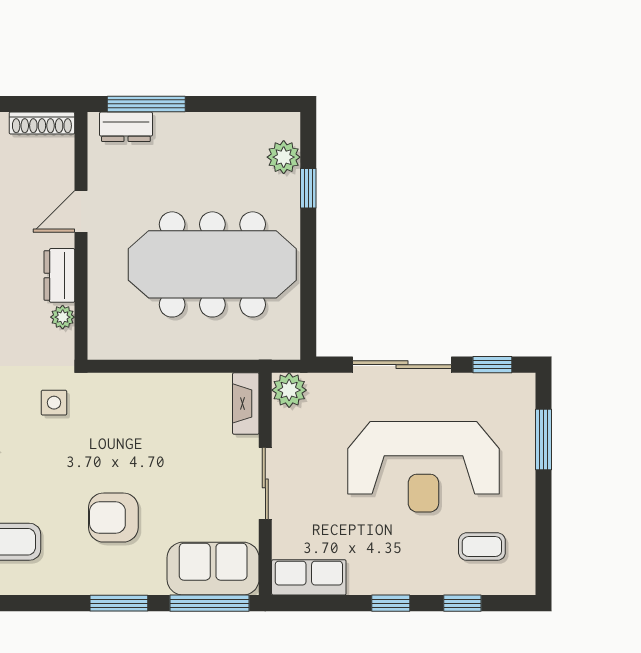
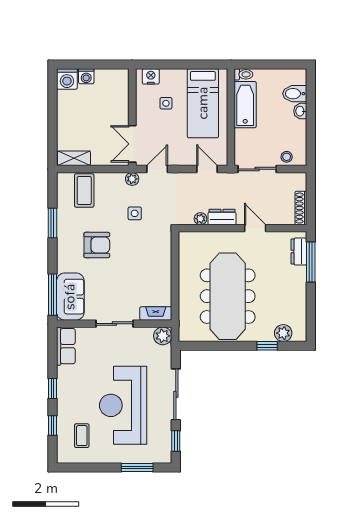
side table: (54, 403) -> (135, 213), moved
armchair: (113, 518) -> (97, 245), turned 90
window: (119, 603) -> (53, 223), moved

